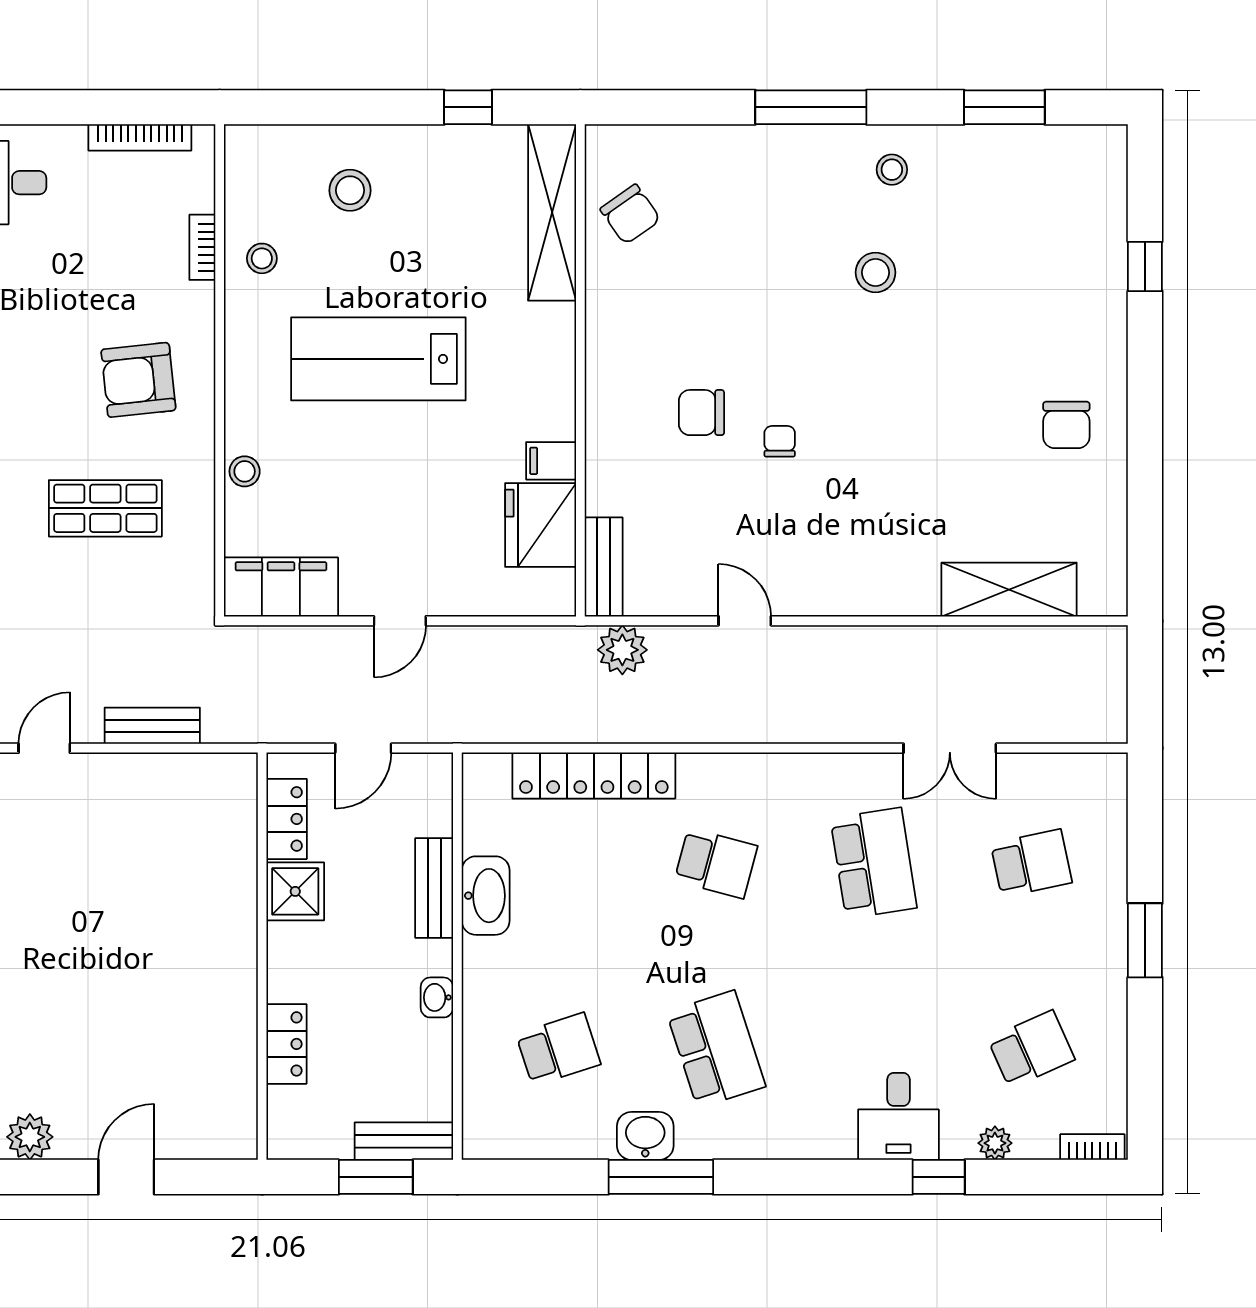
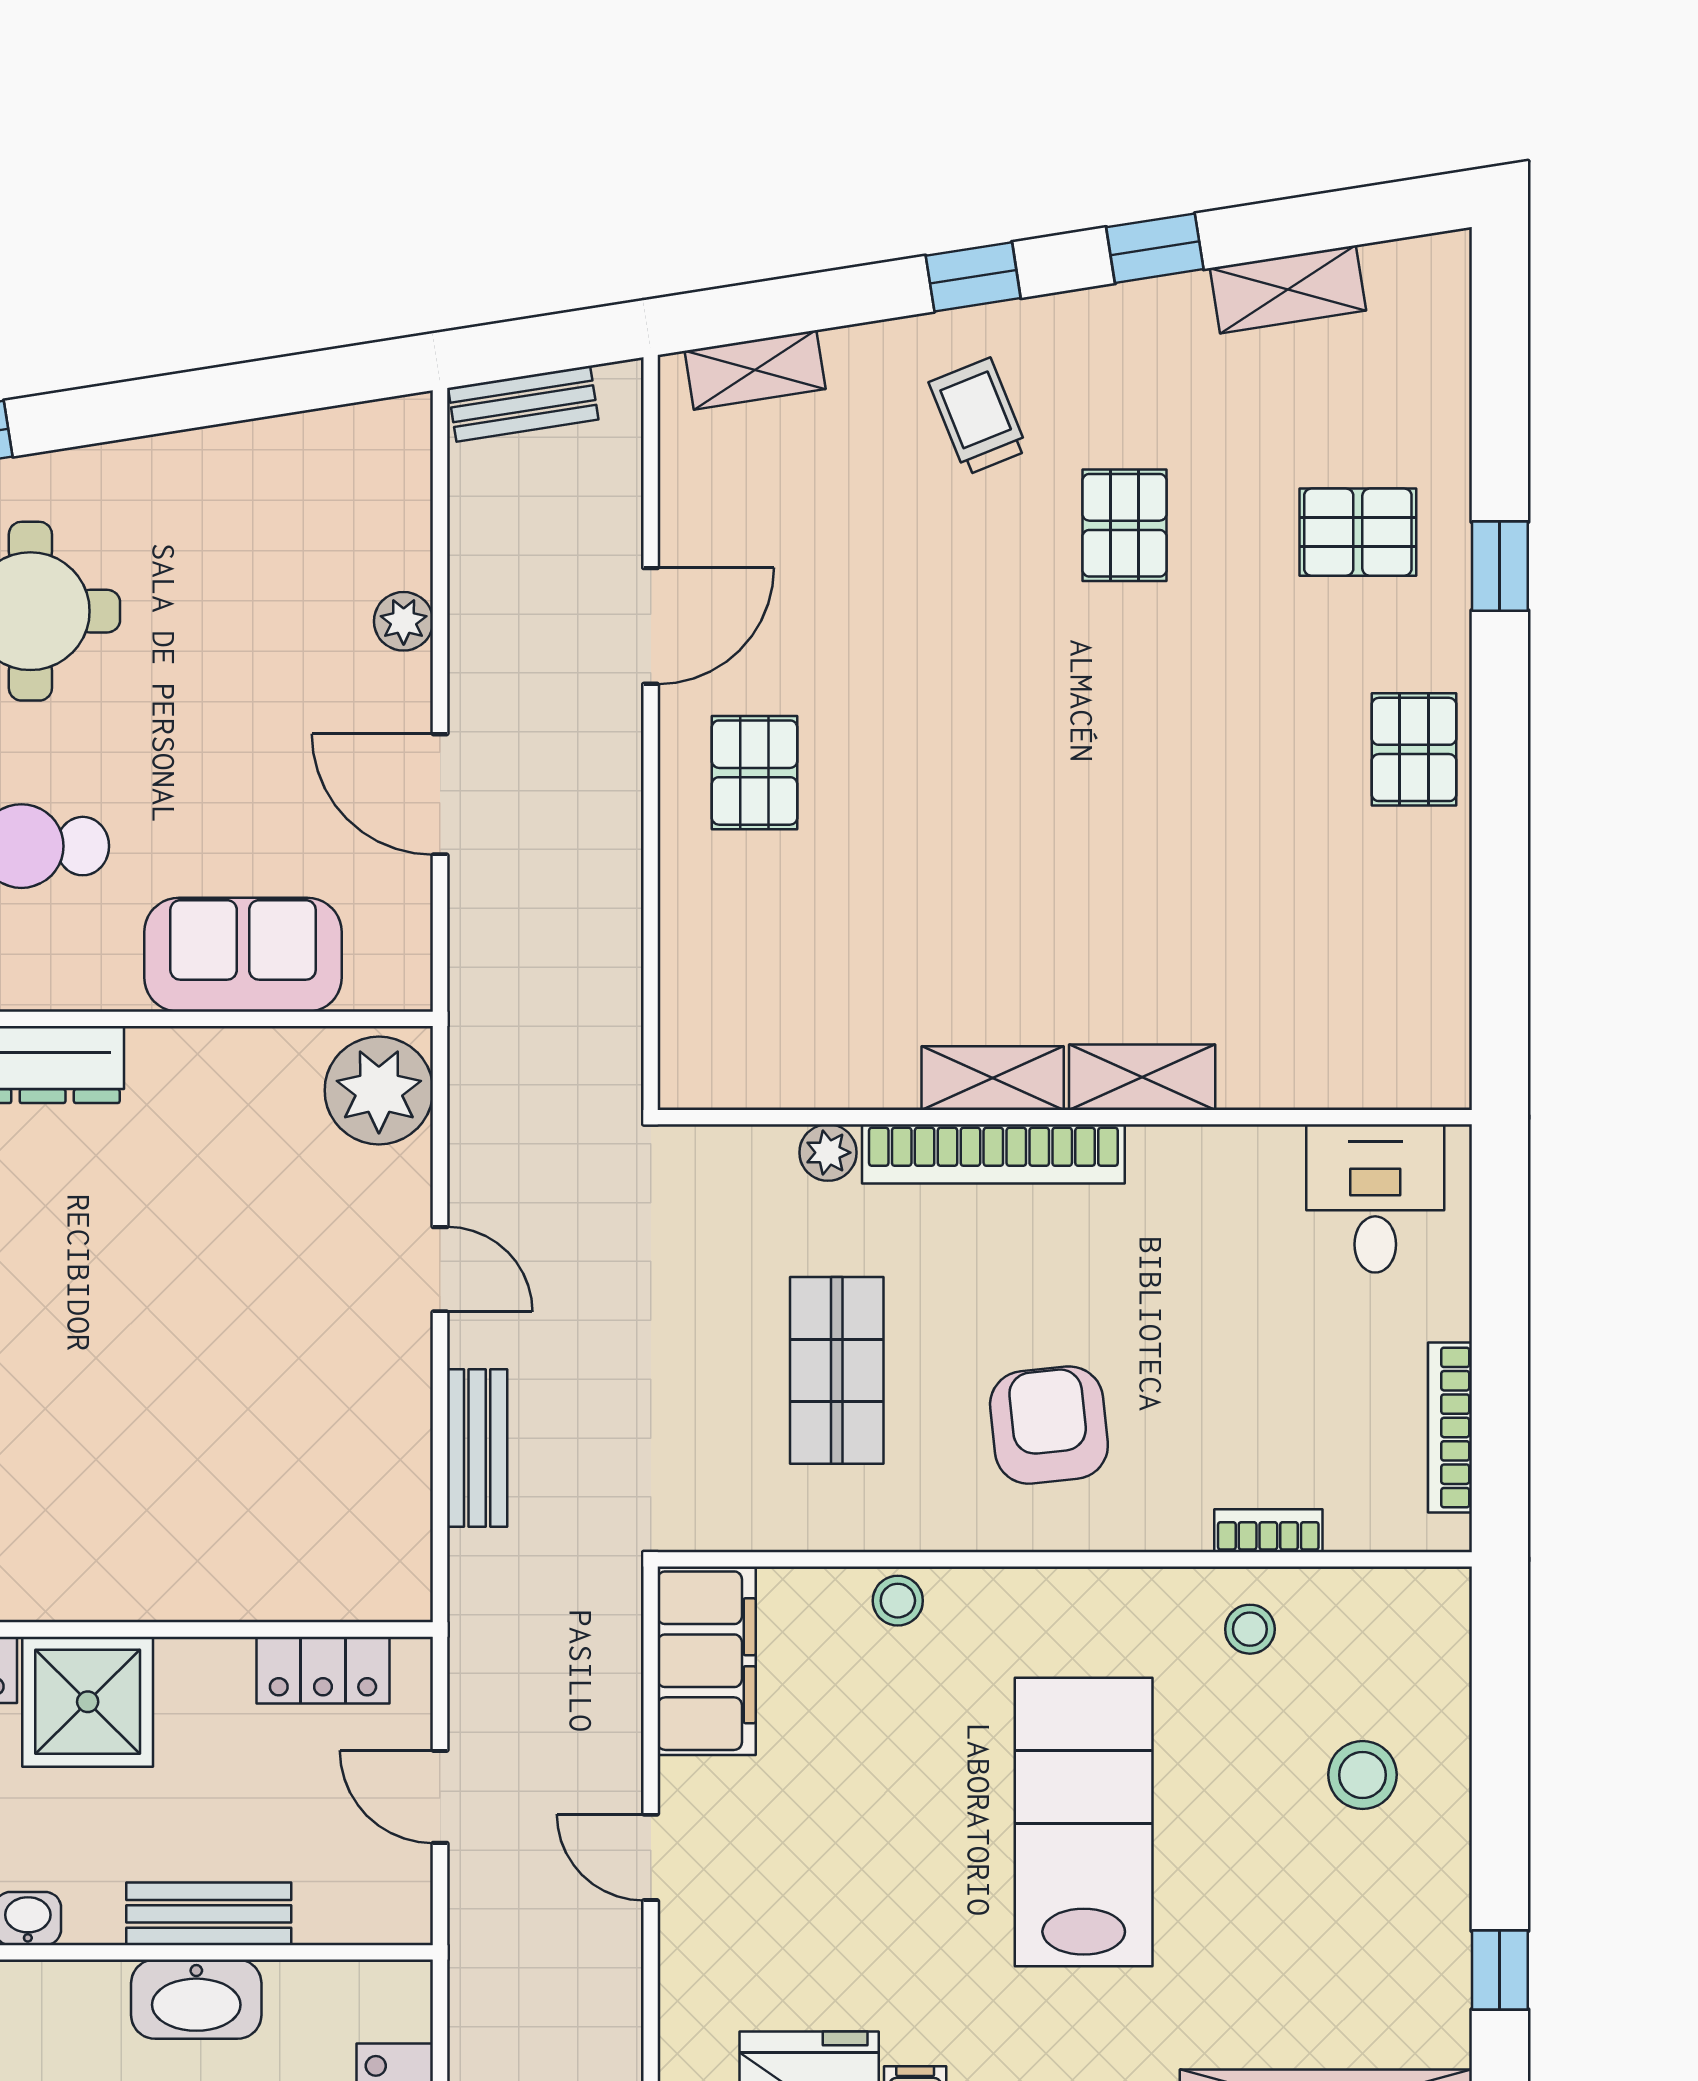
shower: (295, 891) -> (88, 1702), moved, width x1.36, depth x1.36

